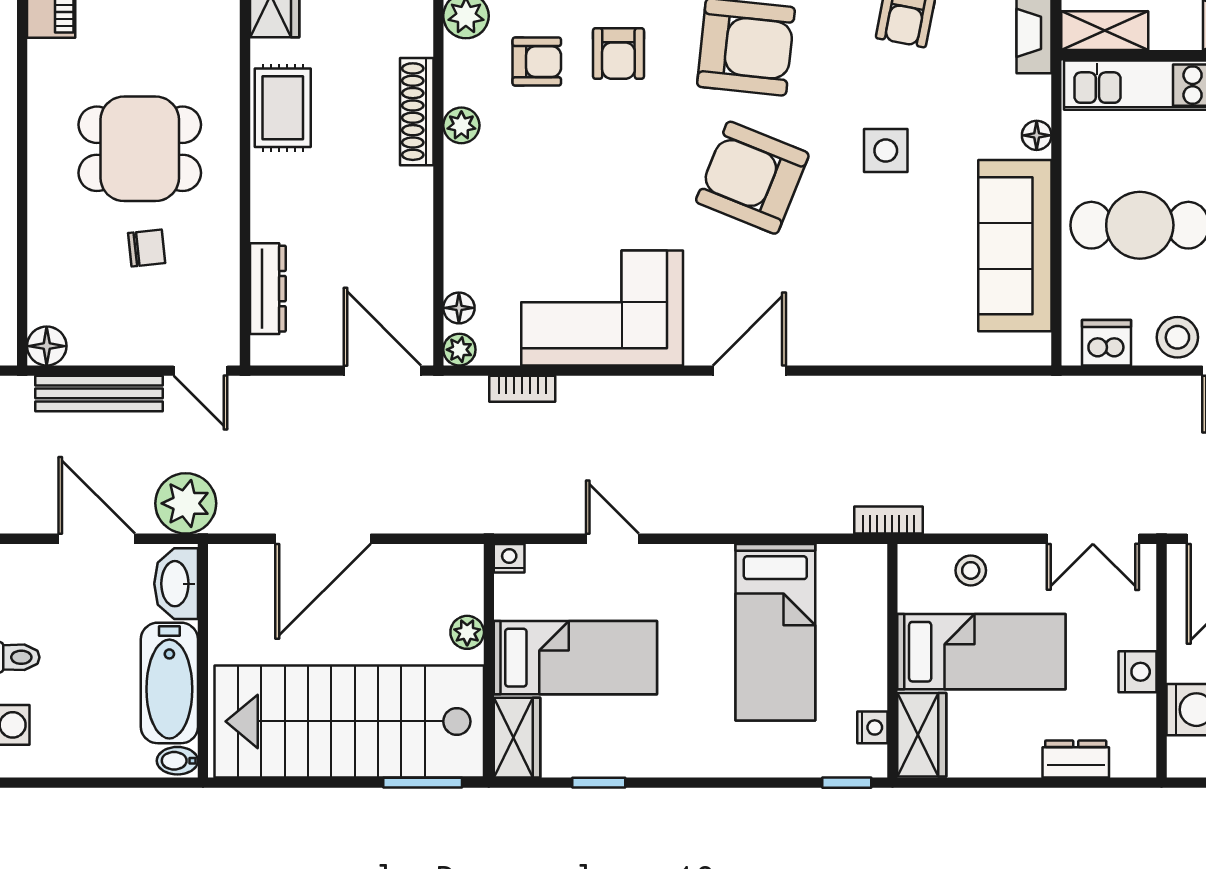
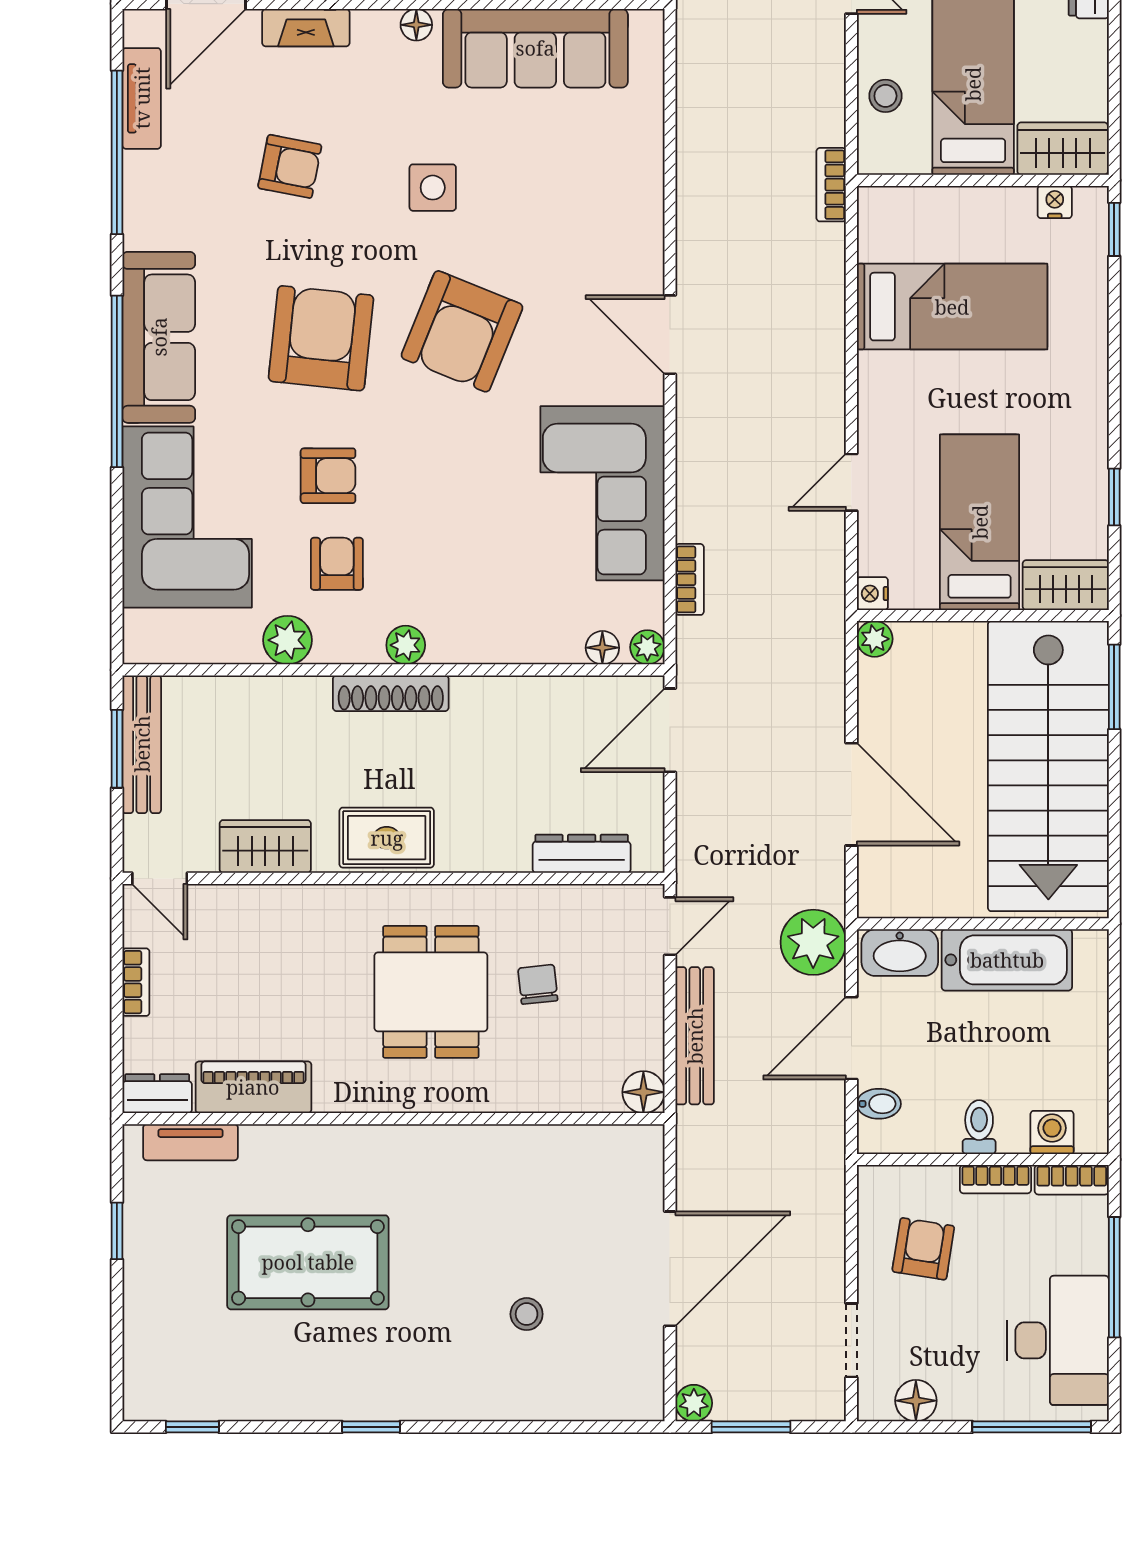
plant: (467, 632) -> (875, 639), moved
bidet: (177, 761) -> (879, 1104), moved, turned -90

